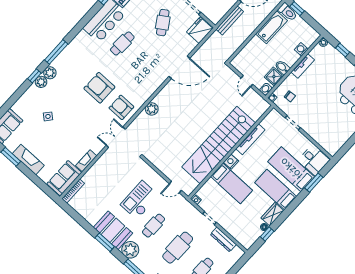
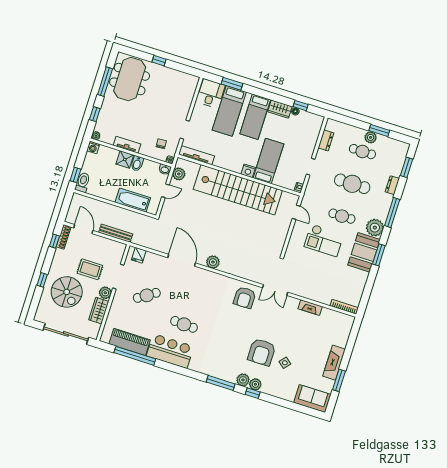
bathtub: (271, 27) -> (133, 200), moved
fridge: (200, 30) -> (139, 255), width x0.53, depth x0.75
washing machine: (301, 49) -> (93, 147), moved
shower: (274, 77) -> (125, 159), moved
armchair: (99, 88) -> (262, 352), moved
plant: (256, 100) -> (179, 174), added
plant: (152, 109) -> (213, 262), moved
tv unit: (250, 139) -> (196, 155), moved
sofa: (64, 178) -> (336, 321), removed
dresser: (223, 239) -> (326, 140), width x0.70

